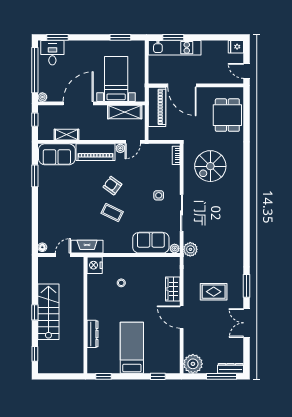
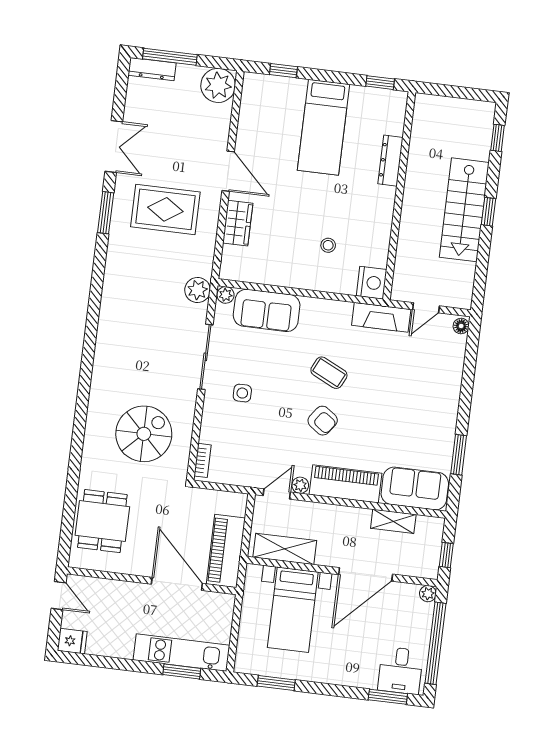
rug: (214, 292) -> (165, 209), width x1.36, depth x1.43

